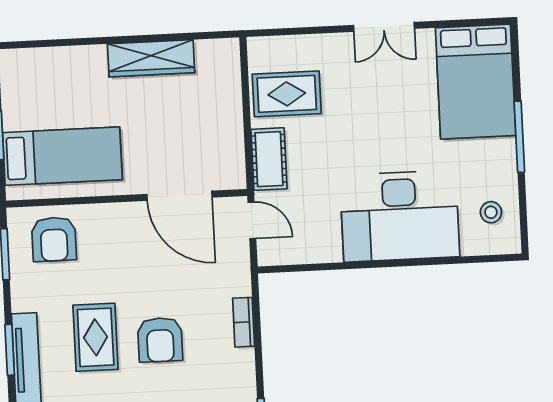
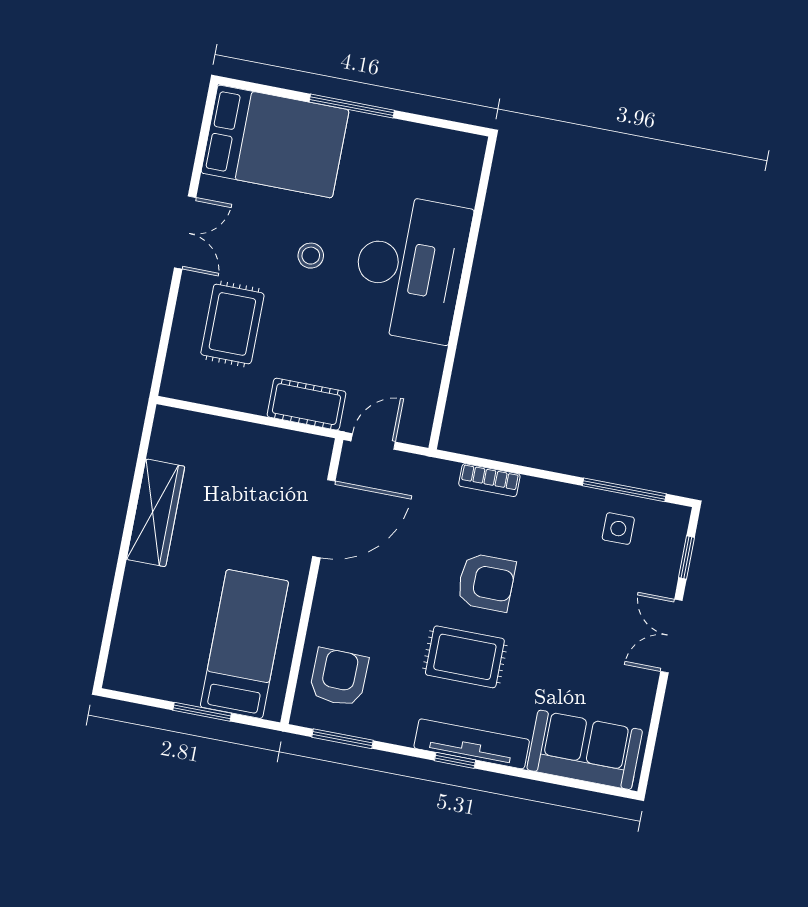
rug: (287, 94) -> (232, 324), moved
stool: (491, 212) -> (311, 256), moved
armchair: (54, 239) -> (339, 677), turned -89
window: (10, 350) -> (455, 760), width x0.67

